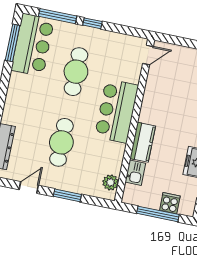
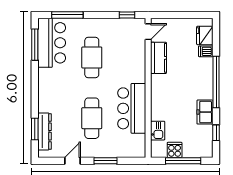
window: (92, 23) -> (127, 15), moved
bar counter: (116, 111) -> (132, 108), moved
kitchen counter: (143, 142) -> (159, 58), moved
plant: (111, 182) -> (139, 143), removed
cooker: (170, 203) -> (175, 150), moved

